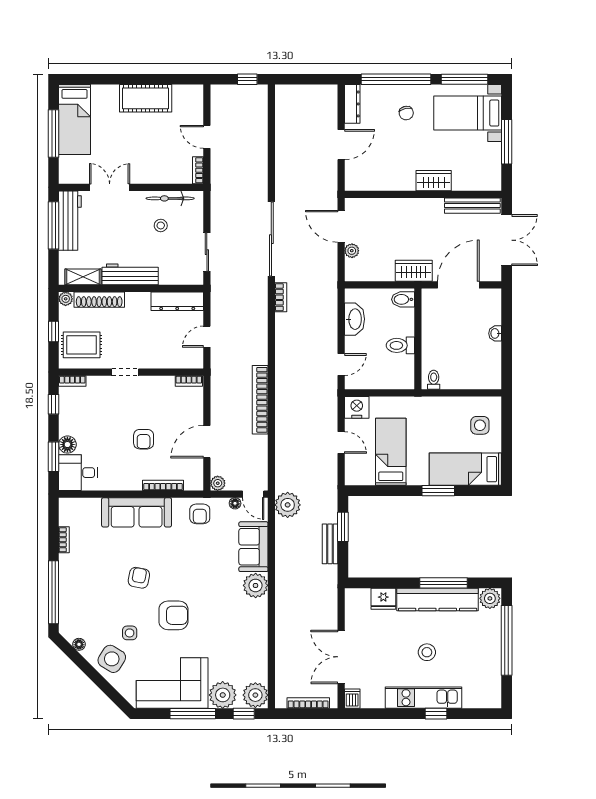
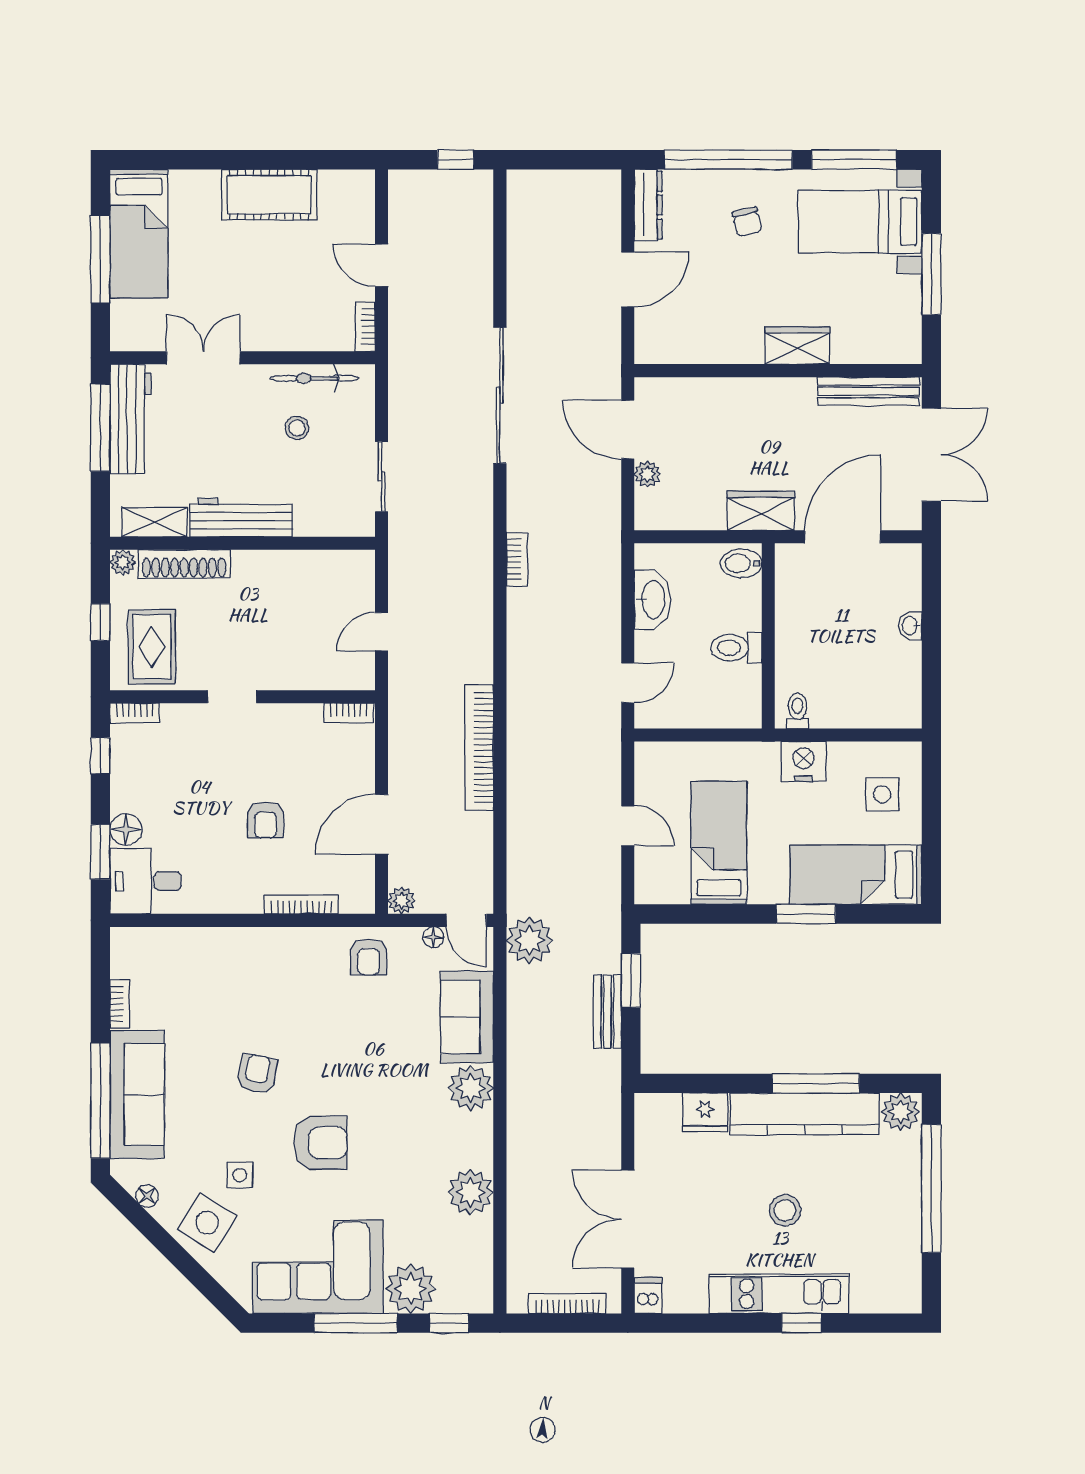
sliding door: (271, 239) -> (500, 395), moved
dresser: (177, 301) -> (327, 567), removed
rug: (82, 345) -> (152, 647), turned 90
nightstand: (357, 407) -> (803, 761), moved
sofa: (137, 512) -> (137, 1095), moved, turned -90
plant: (255, 695) -> (470, 1192), moved

